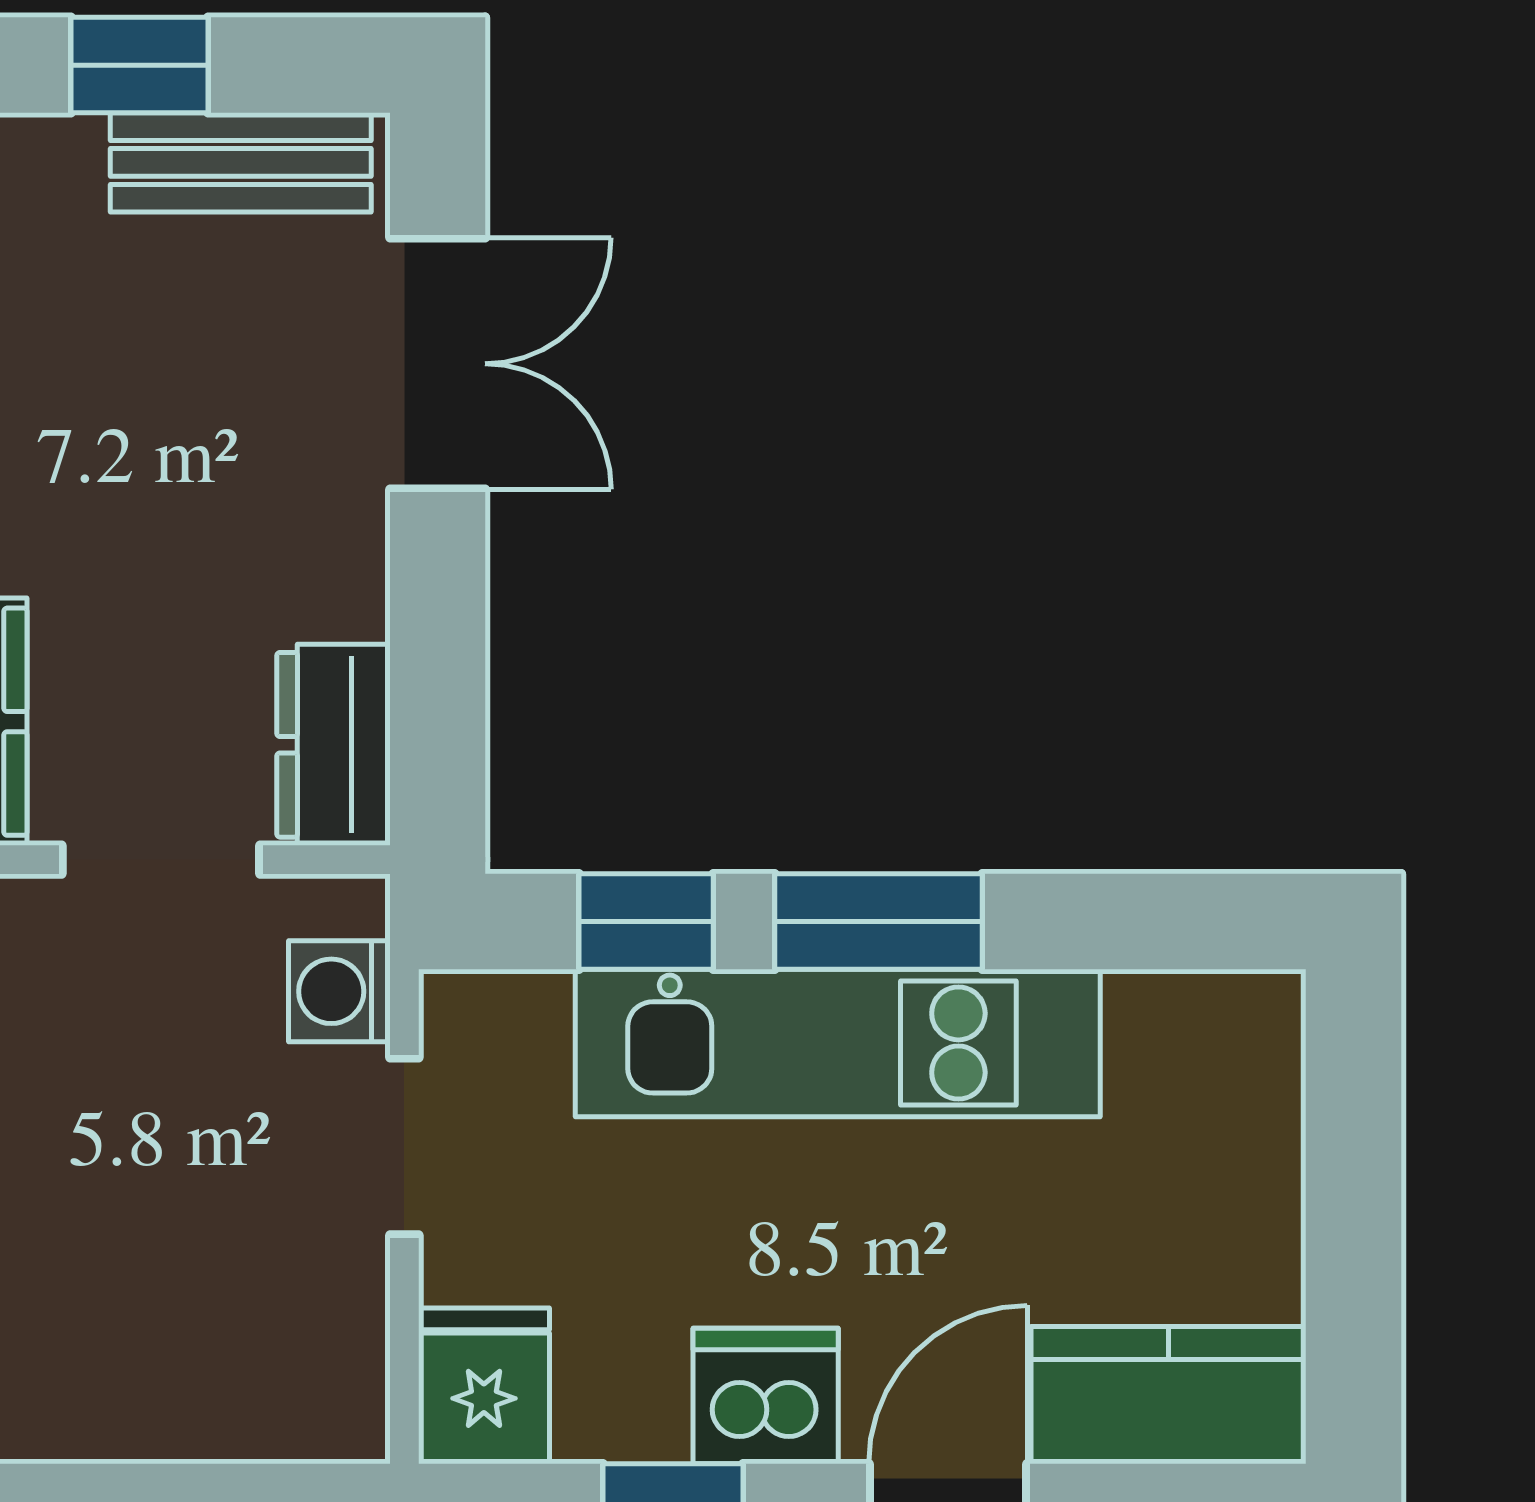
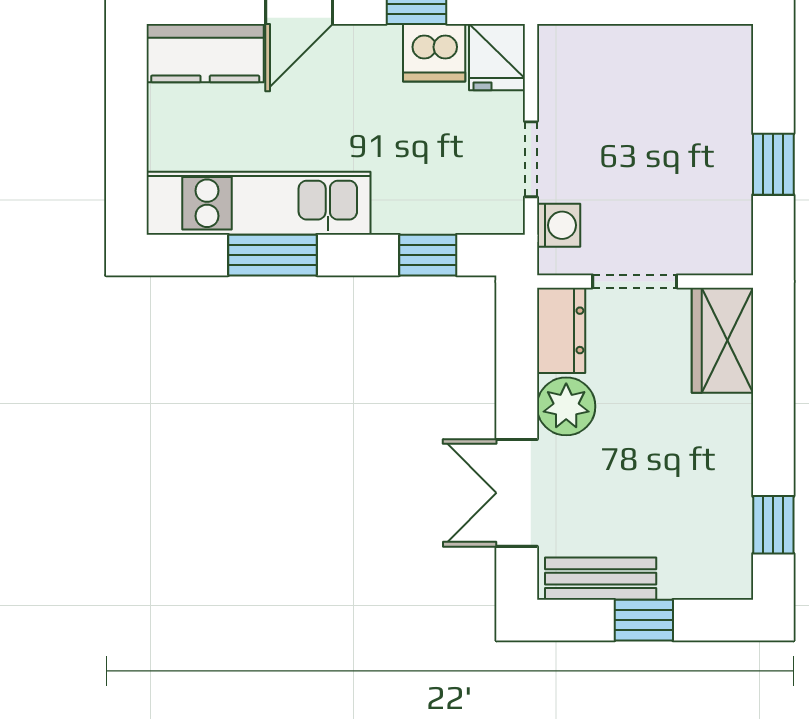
plant: (322, 566) -> (566, 406), added
window: (878, 921) -> (272, 255), moved
kitchen unit: (838, 1043) -> (258, 203), moved
dishwasher: (766, 1396) -> (434, 53), moved

